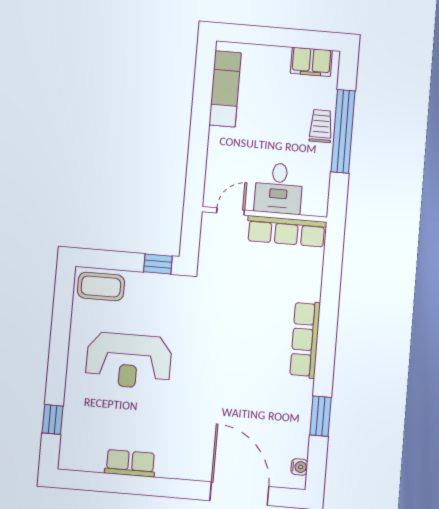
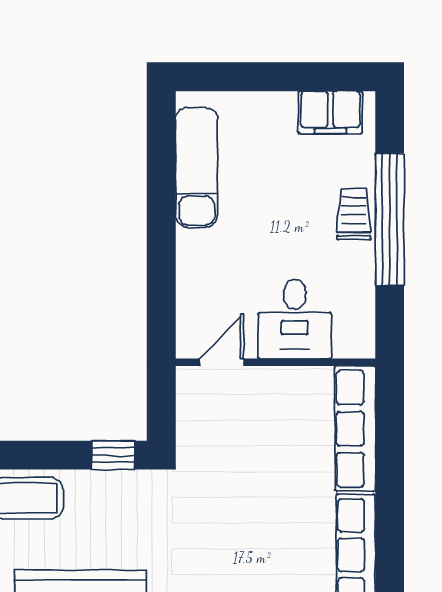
row of seats: (286, 231) -> (355, 429), moved, turned 90

